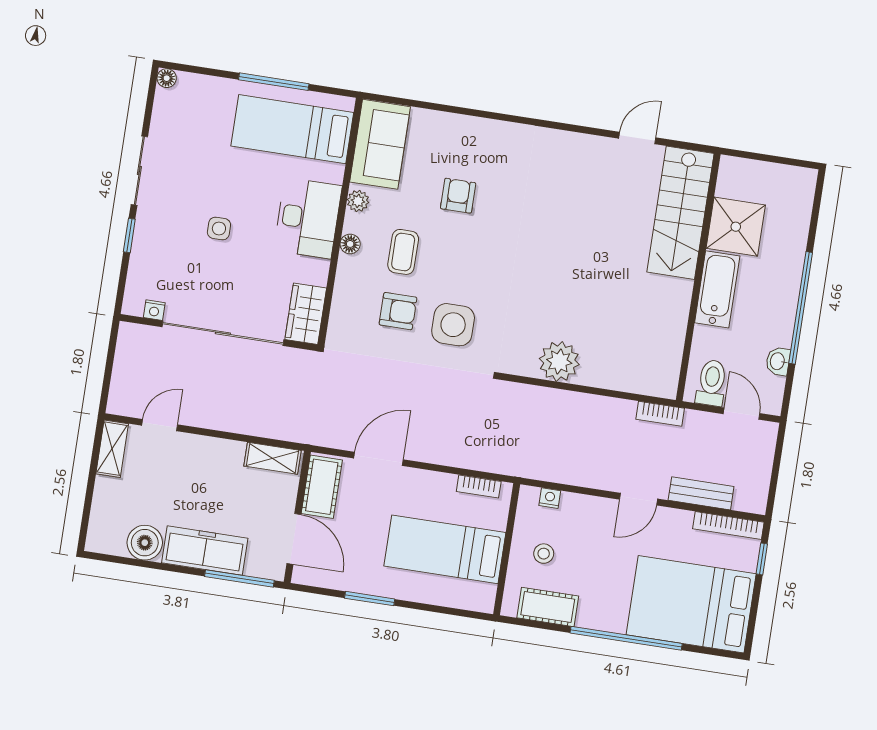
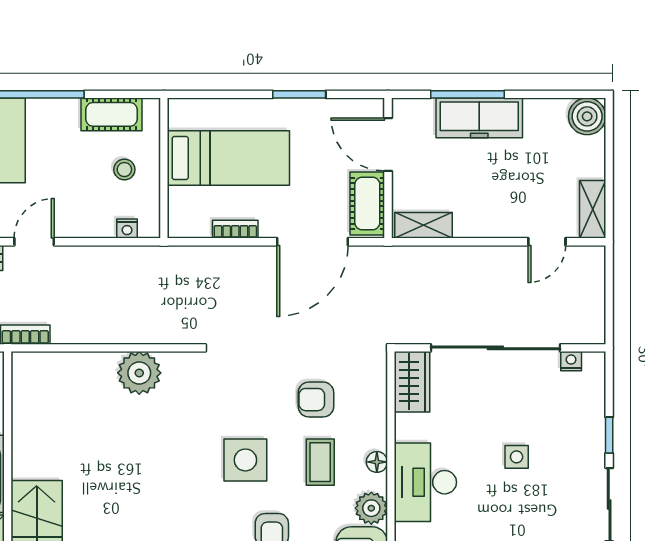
plant: (358, 201) -> (371, 508), width x1.38, depth x1.38
side table: (453, 325) -> (245, 460), moved
door: (378, 459) -> (312, 242), width x1.36
bookcase: (479, 486) -> (235, 229), moved
boiler: (145, 543) -> (587, 116), moved
window: (239, 578) -> (468, 94), moved

